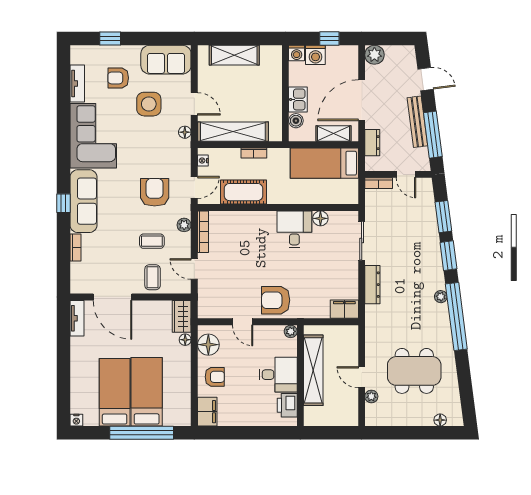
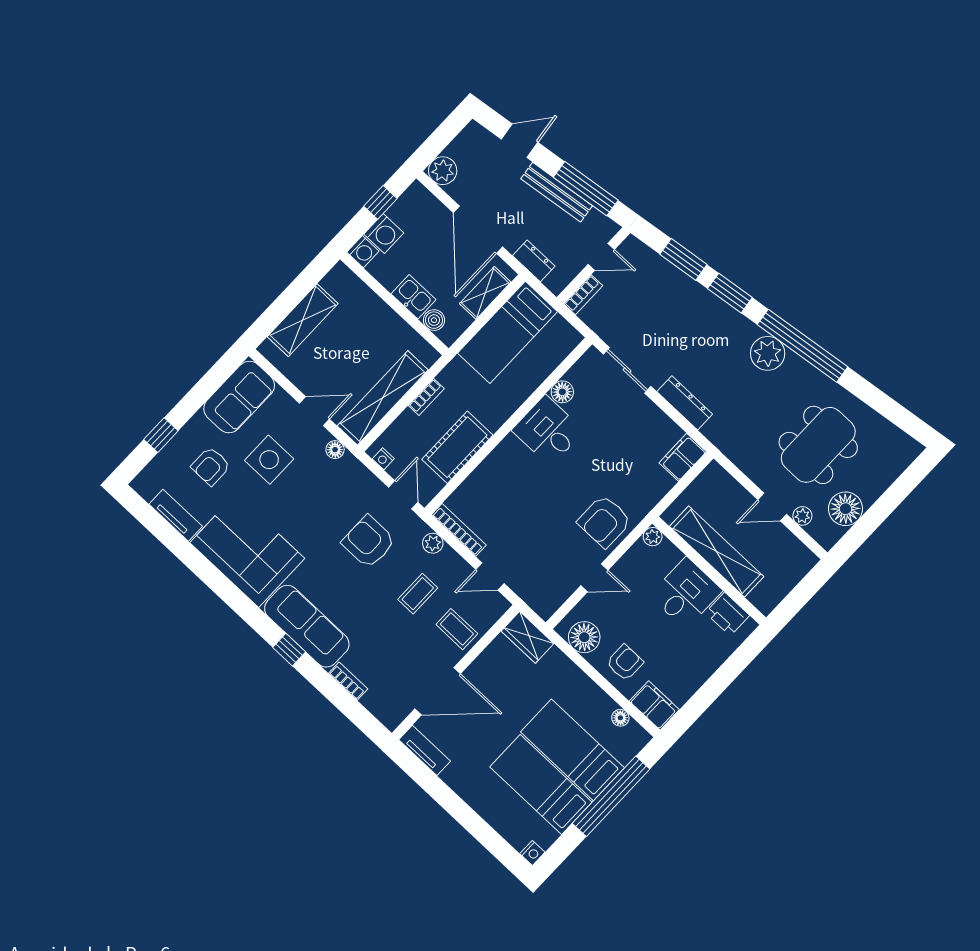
plant: (441, 297) -> (768, 353), width x1.88, depth x1.88
floor lamp: (185, 340) -> (620, 718), moved
floor lamp: (440, 420) -> (846, 509), moved, width x1.89, depth x1.89

